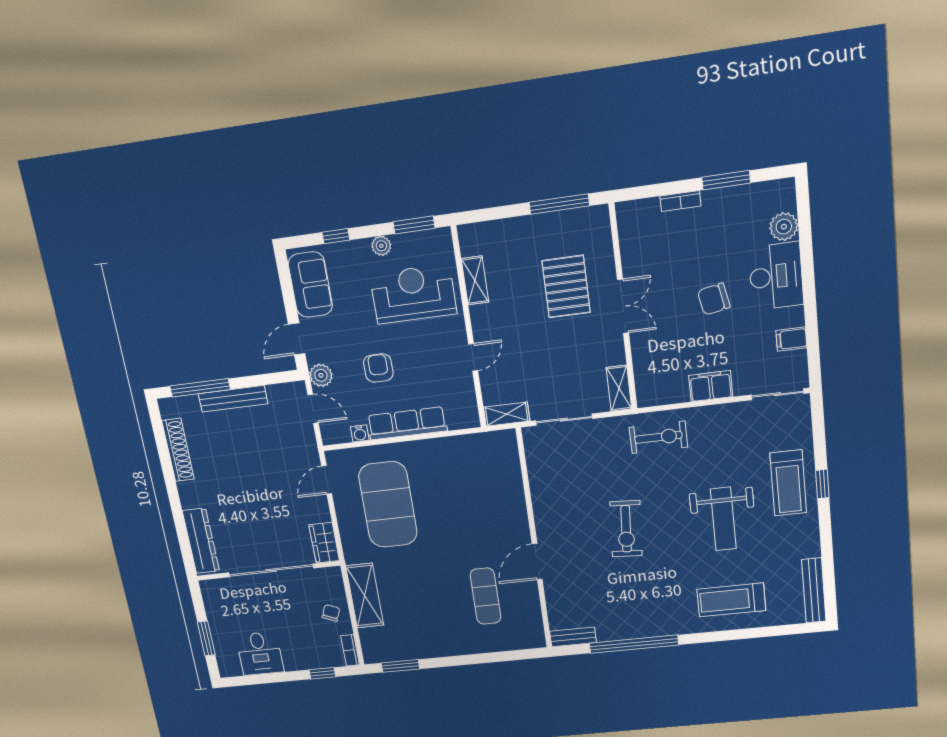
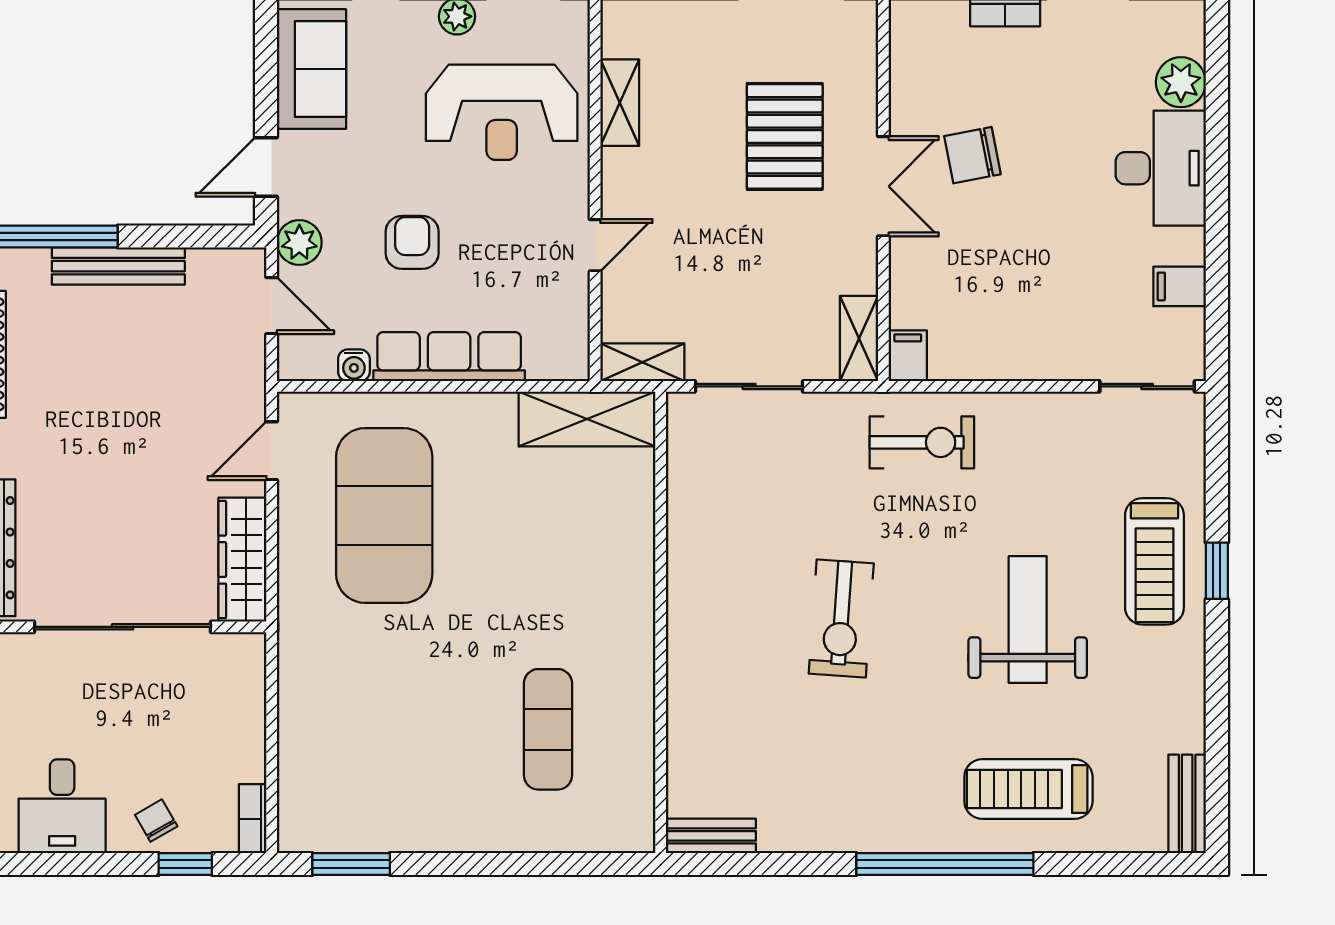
reception desk: (413, 294) -> (502, 112), turned 180
chair: (714, 299) -> (972, 155), moved
filing cabinet: (711, 386) -> (908, 356), moved, width x0.50
weight bench: (723, 519) -> (1028, 620), turned 180
wardrobe: (324, 543) -> (242, 560), width x1.50
door: (537, 562) -> (661, 667), removed
bench: (814, 590) -> (1187, 804), width x0.73
shelving: (365, 596) -> (587, 419), moved, turned 90
chair: (331, 613) -> (156, 821), moved, turned -52
window: (634, 644) -> (945, 864), moved

